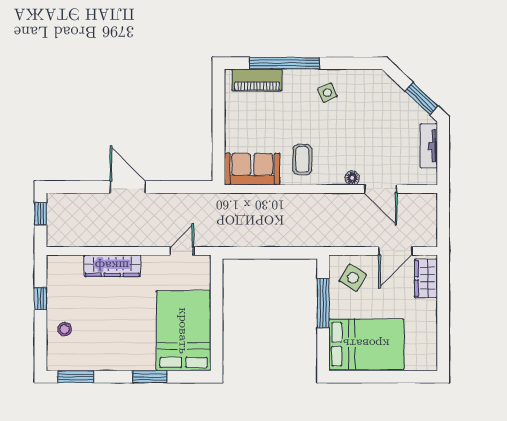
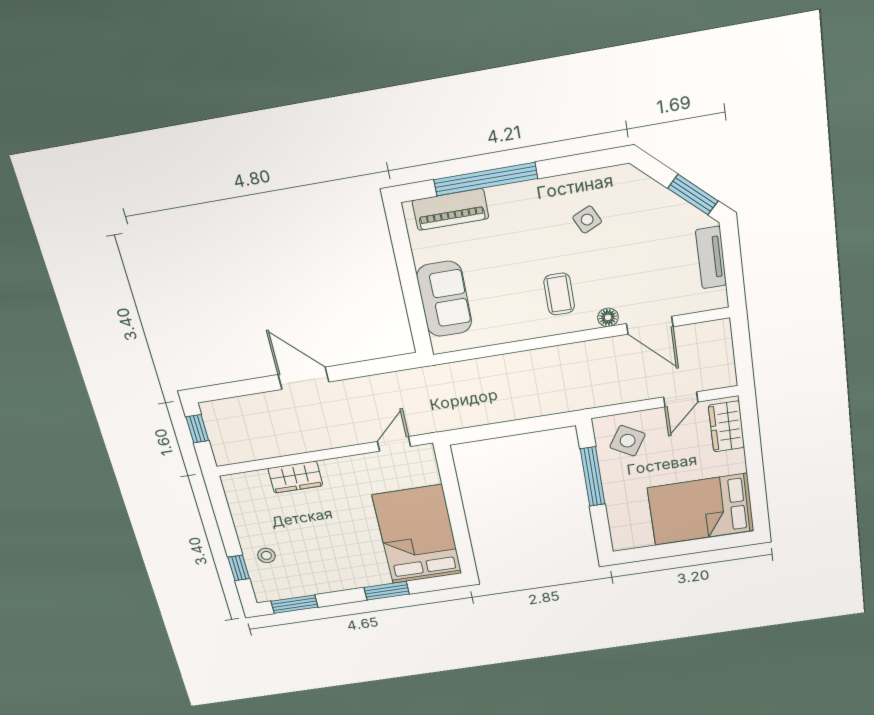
side table: (327, 93) -> (587, 220), moved
coffee table: (302, 159) -> (559, 294), moved
sofa: (252, 169) -> (444, 299), moved, turned 90
door: (395, 251) -> (681, 399), width x0.73
wardrobe: (112, 266) -> (295, 477), width x0.67
window: (40, 299) -> (239, 568), moved
bed: (366, 344) -> (701, 509), moved, turned 180

